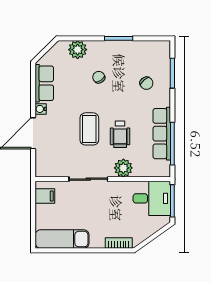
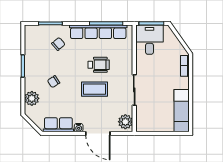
row of seats: (162, 134) -> (98, 32), width x1.36
plant: (123, 168) -> (125, 122), moved
filing cabinet: (45, 196) -> (148, 124), removed

